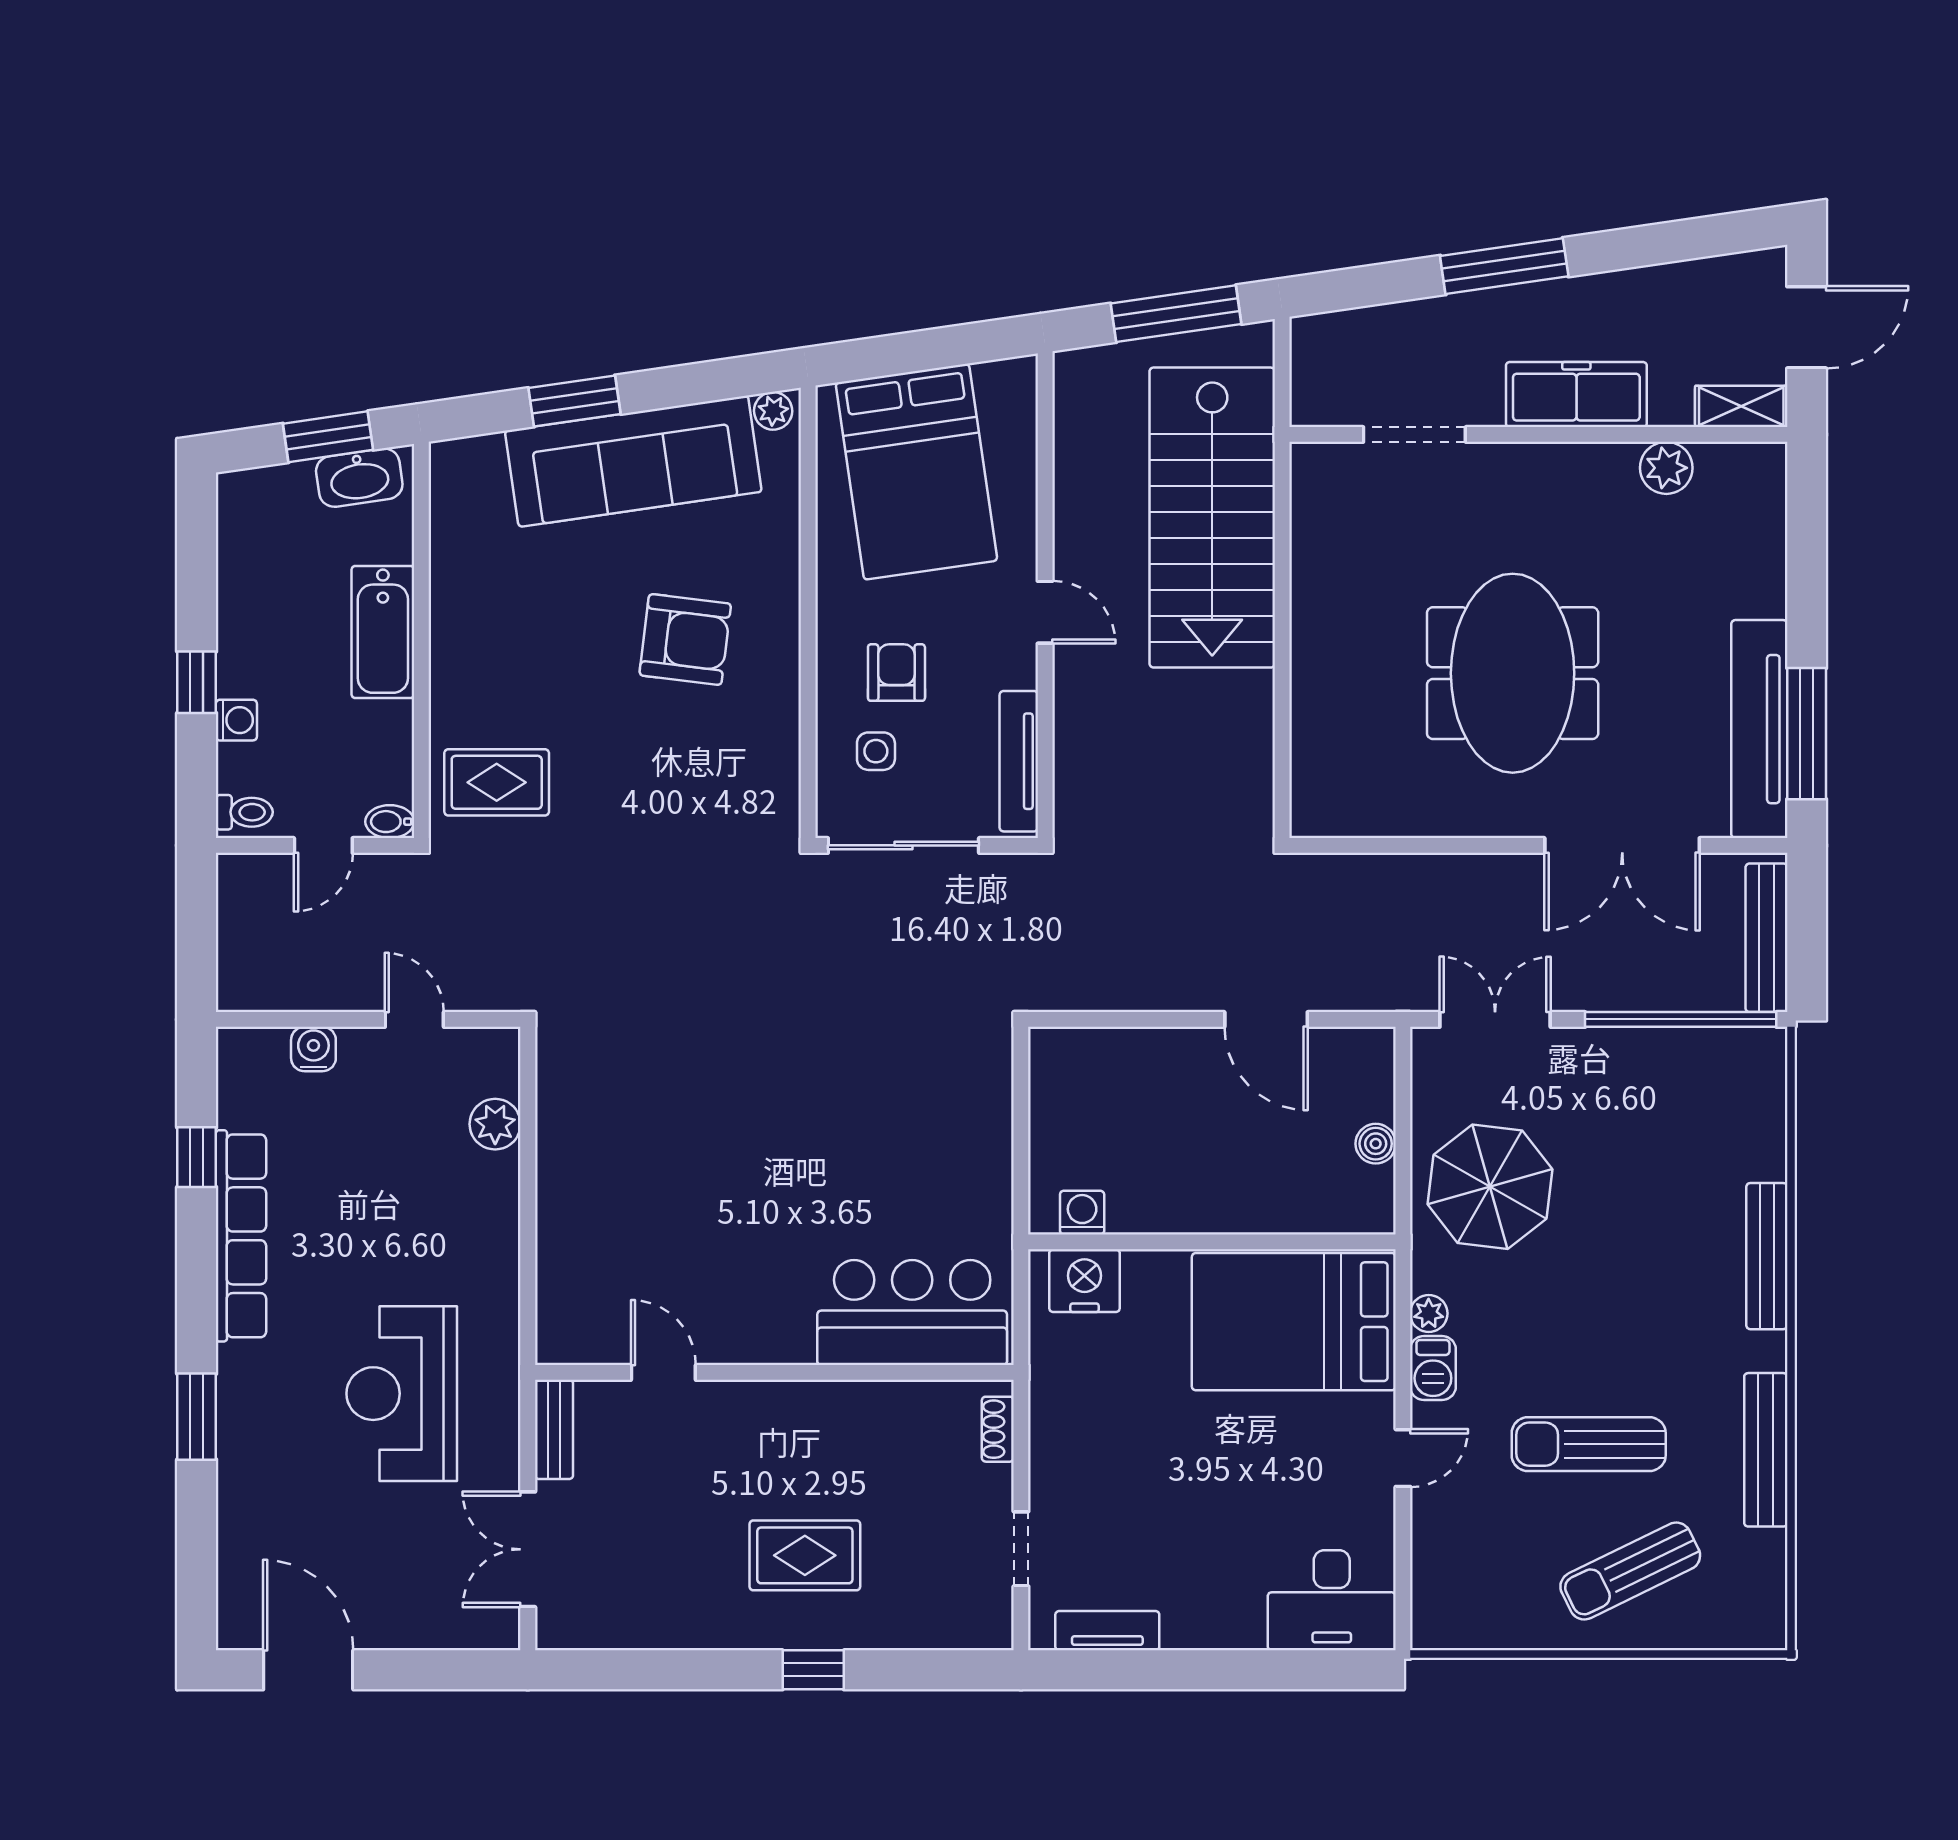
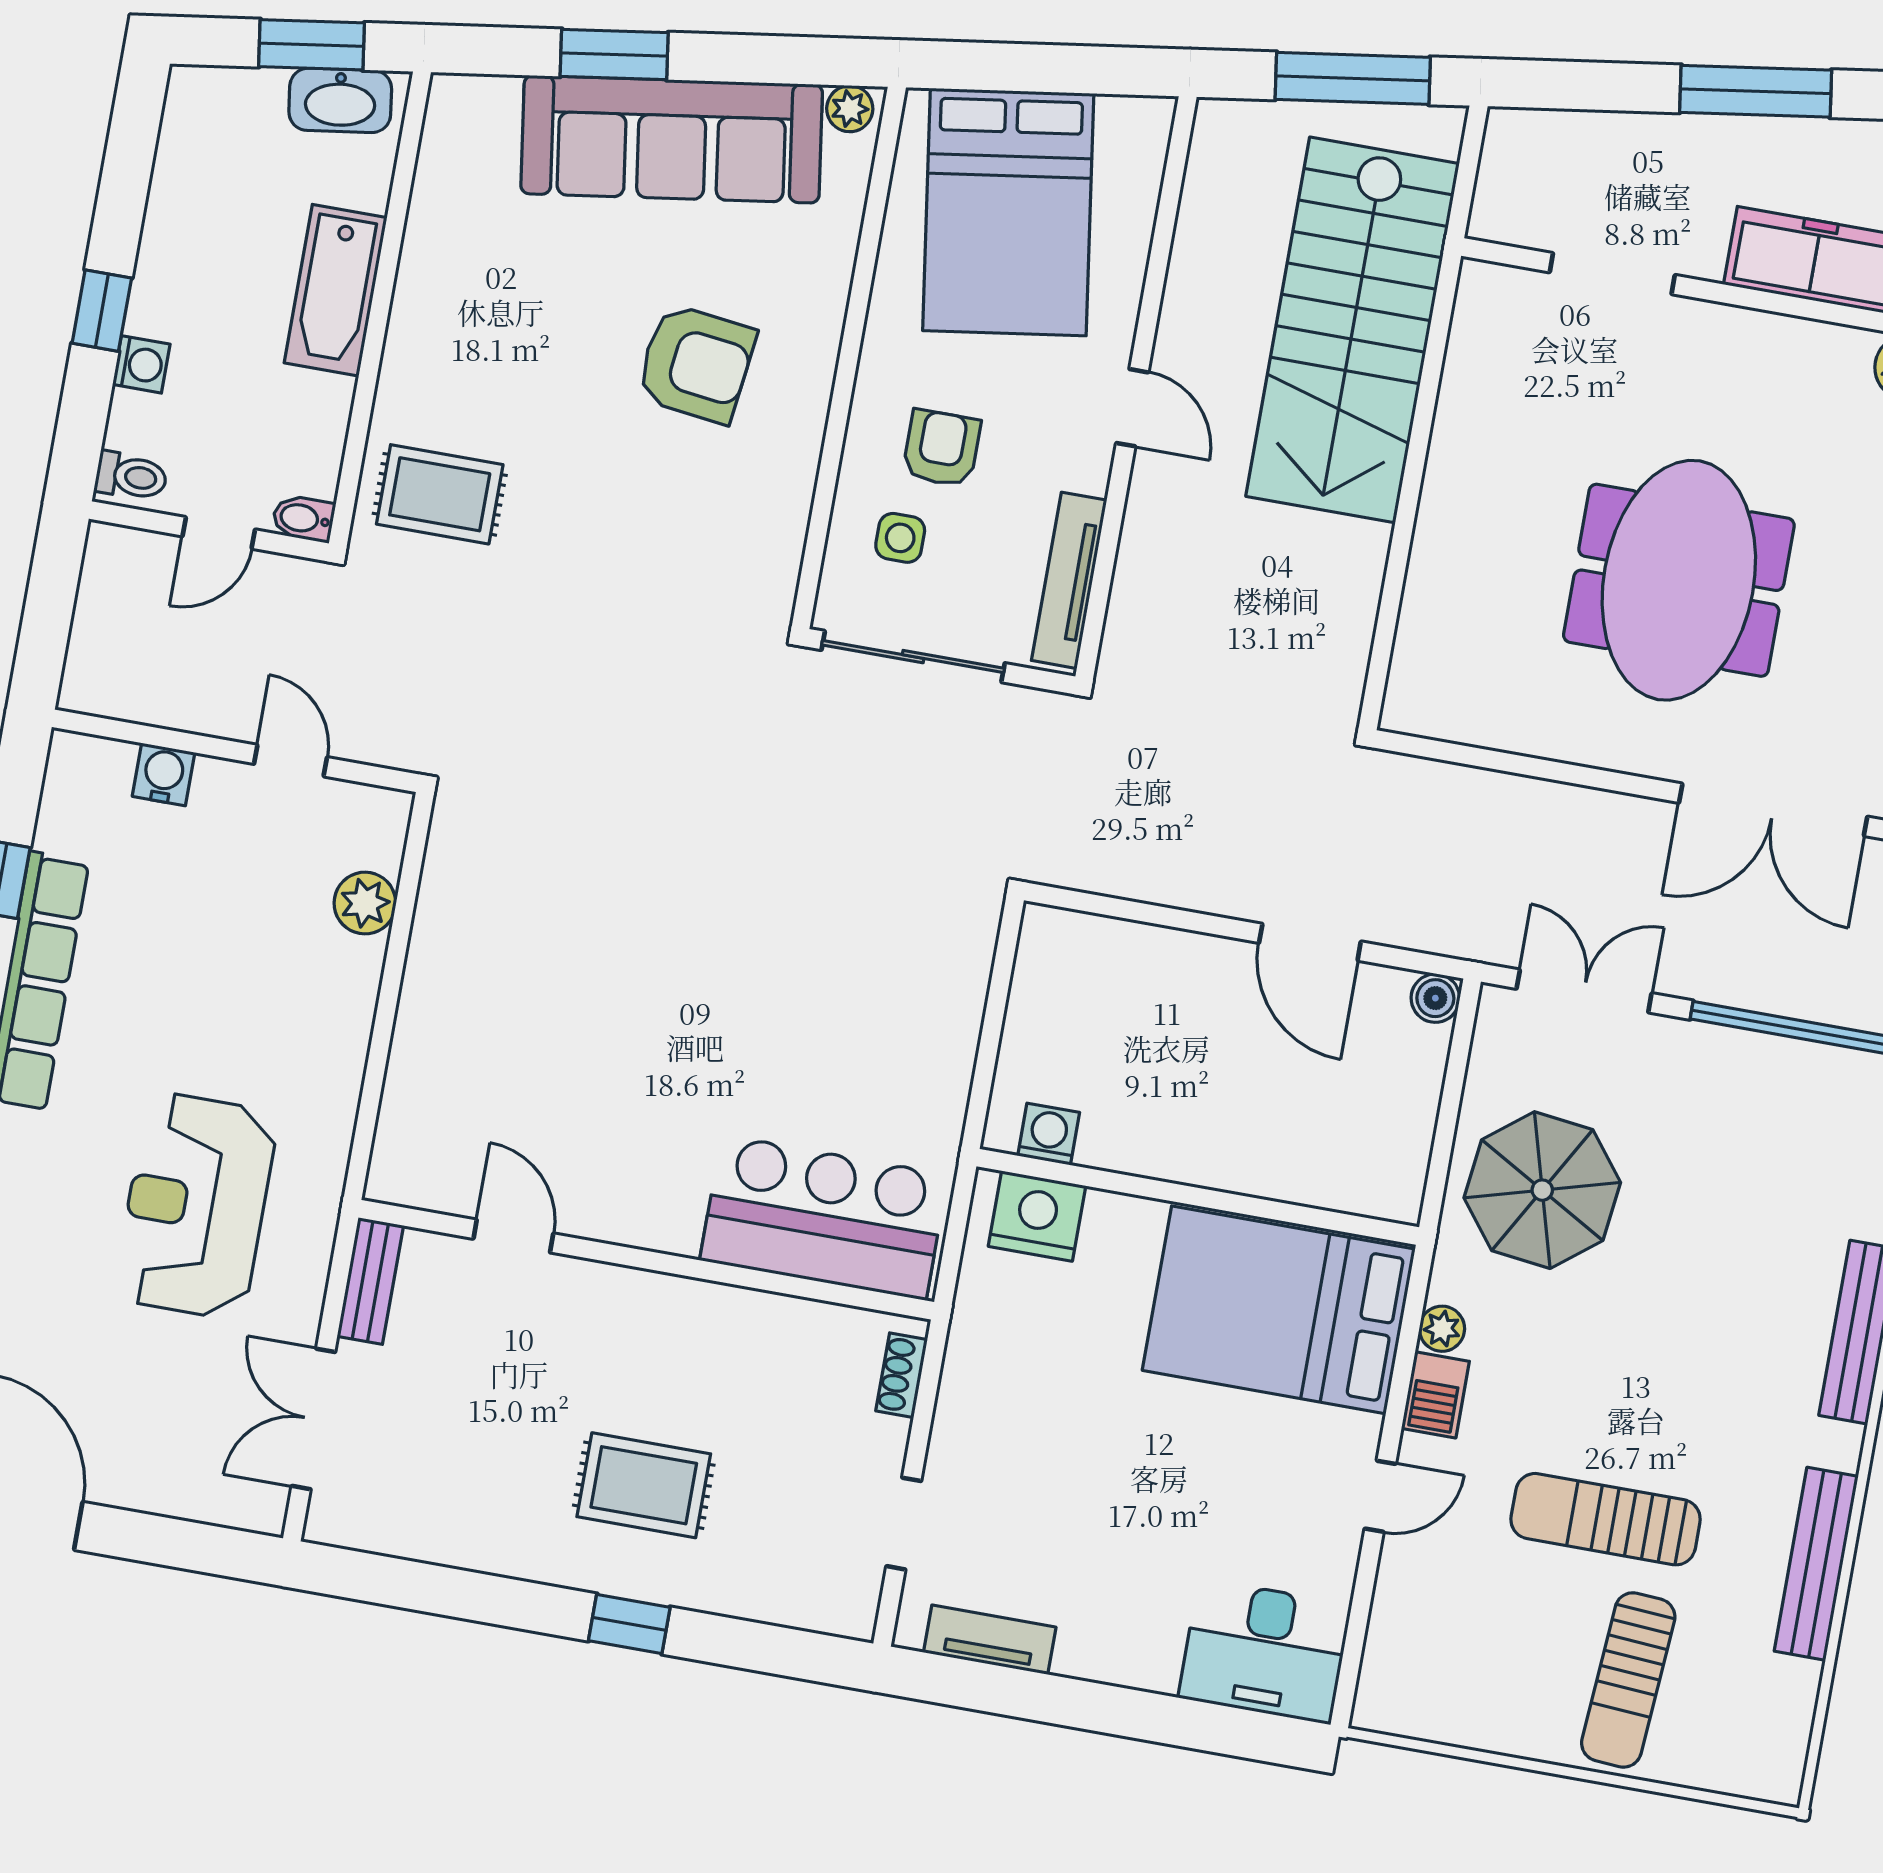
boiler: (1376, 1144) -> (1435, 998), moved
sun lounger: (1630, 1571) -> (1628, 1680), turned -60

